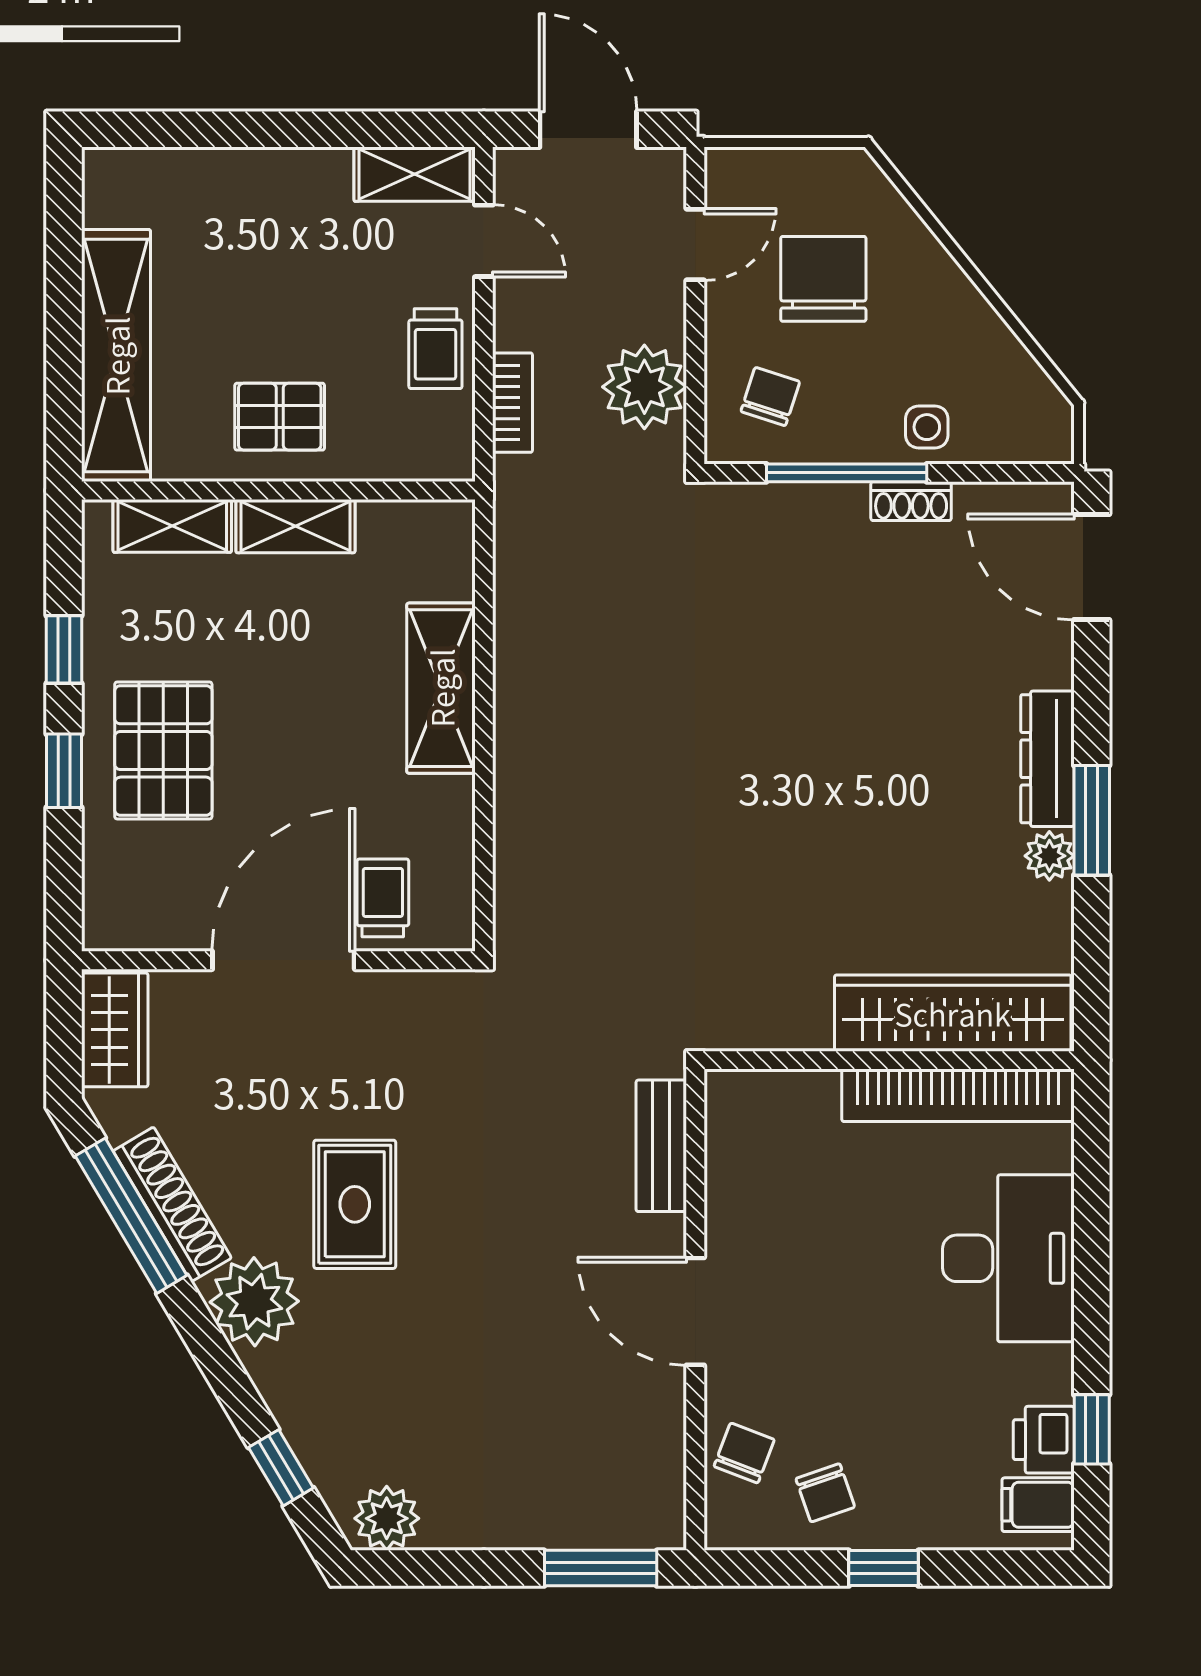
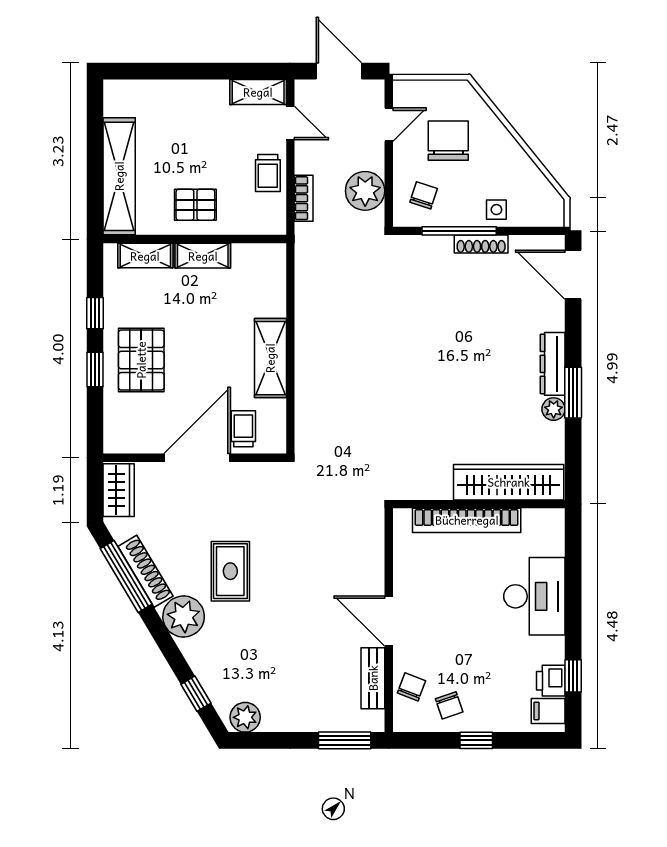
shoe rack: (911, 501) -> (481, 244), width x1.43
shelving: (441, 688) -> (270, 358), moved
bookcase: (958, 1095) -> (467, 520), moved
bench: (661, 1146) -> (373, 678), moved

